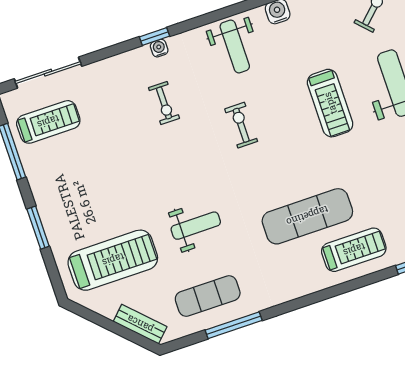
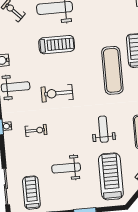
exercise bike: (241, 125) -> (57, 93), width x1.38, depth x1.39
weight bench: (109, 175) -> (66, 168), added

